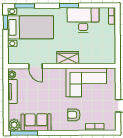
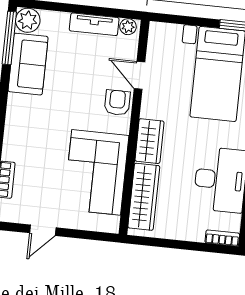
wardrobe: (96, 57) -> (144, 197), added
door: (35, 66) -> (139, 75), hinge flipped
armchair: (74, 115) -> (117, 103), moved

